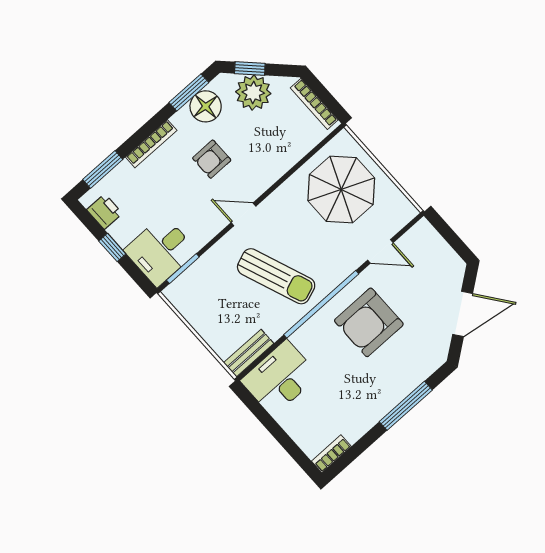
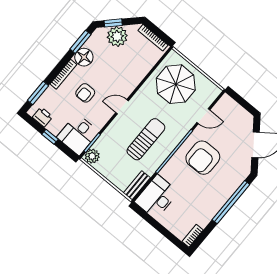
floor lamp: (206, 106) -> (84, 57), moved
armchair: (212, 159) -> (85, 93), moved
sun lounger: (276, 276) -> (146, 139), turned -69
plant: (180, 291) -> (92, 156), added
window: (406, 406) -> (231, 202), width x1.46

